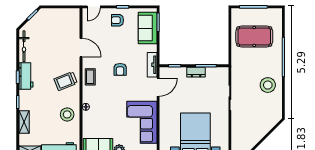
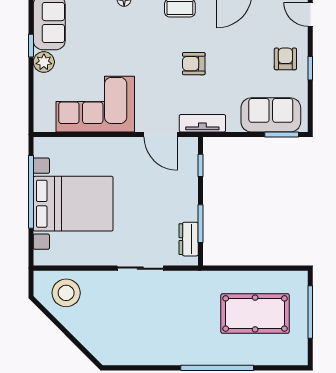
pool table: (254, 36) -> (255, 313), turned 90
dresser: (196, 72) -> (189, 239), moved
stool: (268, 85) -> (66, 293), moved

